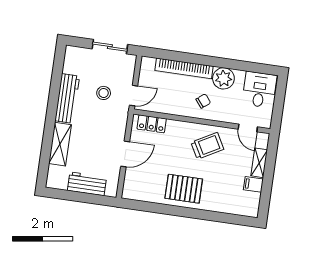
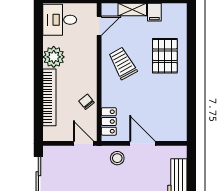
stool: (104, 93) -> (117, 158), moved
chair: (203, 101) -> (86, 102), moved
pallet: (184, 189) -> (165, 56), moved

